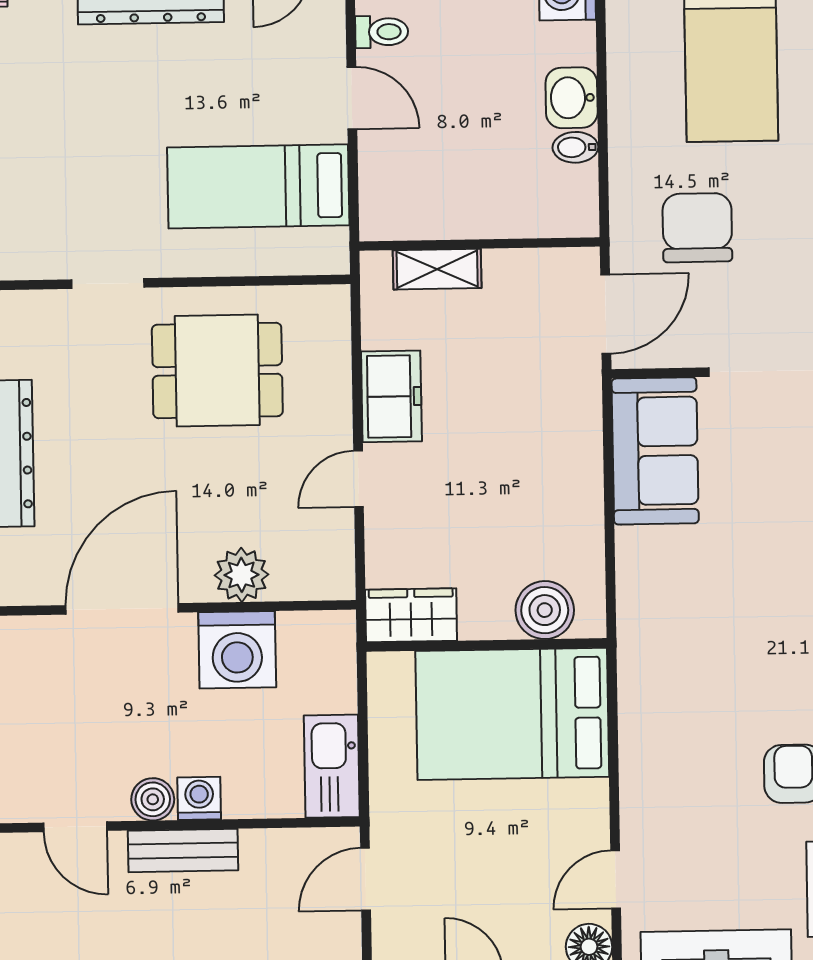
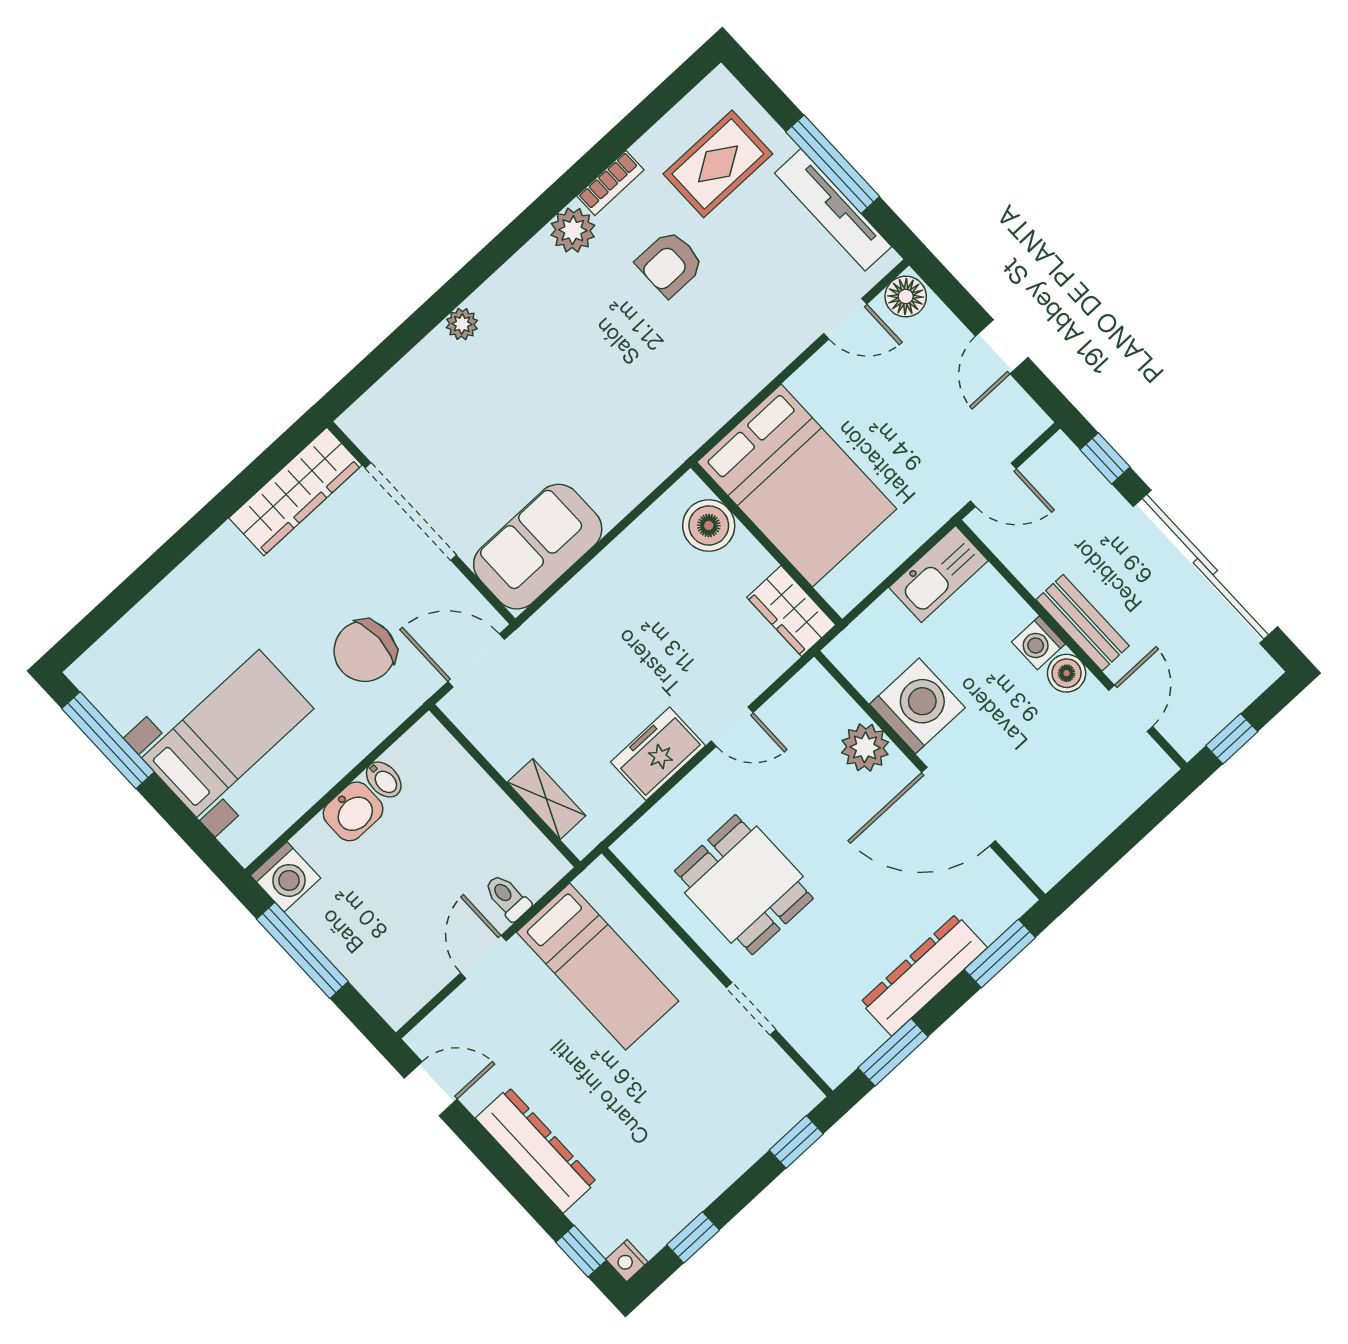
toilet: (382, 32) -> (507, 897), moved

